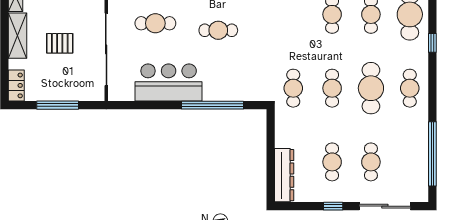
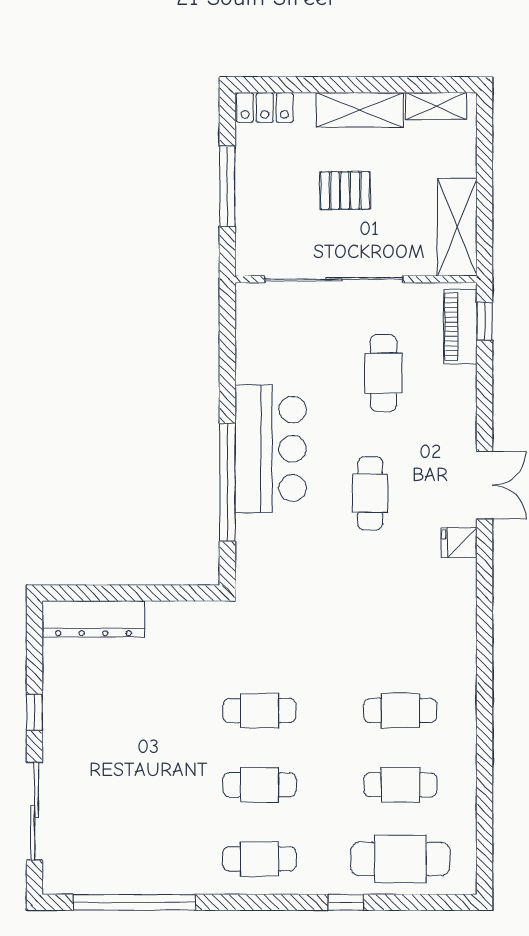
pallet: (60, 43) -> (345, 191), turned 90
bar counter: (169, 82) -> (271, 449), moved
cafe table: (293, 88) -> (260, 636), removed
cafe table: (371, 88) -> (260, 785), width x0.73, depth x0.74
cafe table: (332, 162) -> (119, 711), removed
cafe table: (371, 162) -> (119, 785), removed

